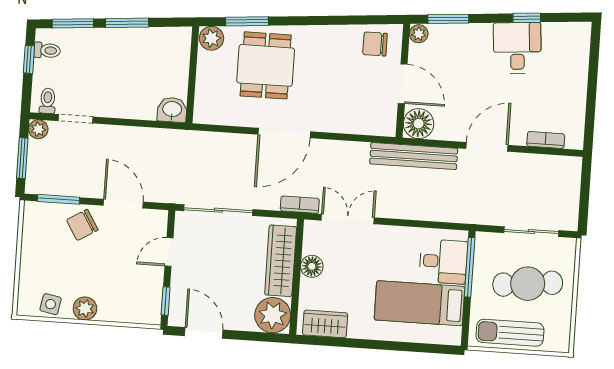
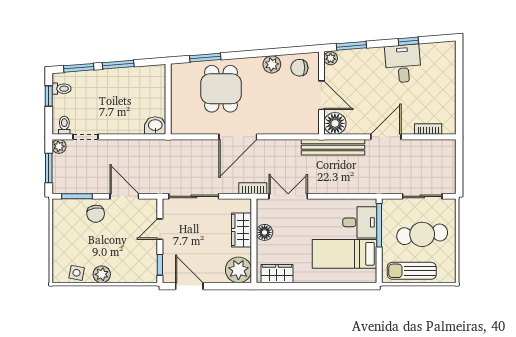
plant: (211, 38) -> (272, 64), moved
chair: (82, 225) -> (96, 214), turned -68
wardrobe: (281, 261) -> (242, 230), width x0.67

